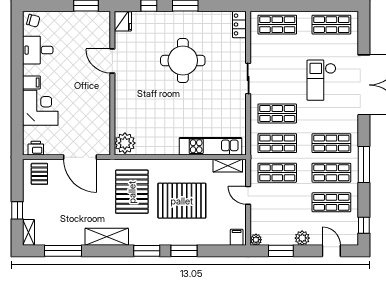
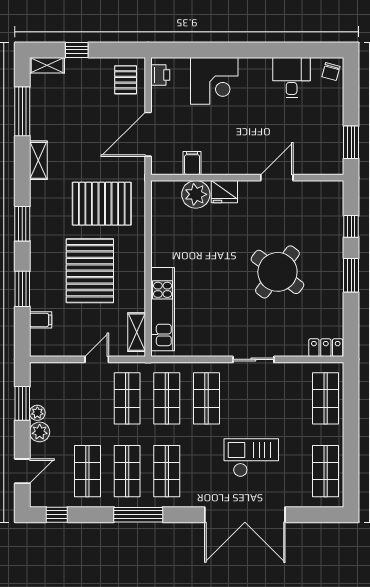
fridge: (123, 21) -> (224, 192), moved
round table: (183, 61) -> (277, 272), turned 37
filing cabinet: (31, 82) -> (192, 163), moved, turned 180
plant: (125, 143) -> (196, 194), moved
pallet: (39, 174) -> (126, 80), turned 90
shelving: (107, 237) -> (38, 160), width x0.67, depth x0.75
filing cabinet: (237, 237) -> (41, 320), moved
plant: (256, 240) -> (37, 413), moved
window: (184, 251) -> (22, 289), moved

